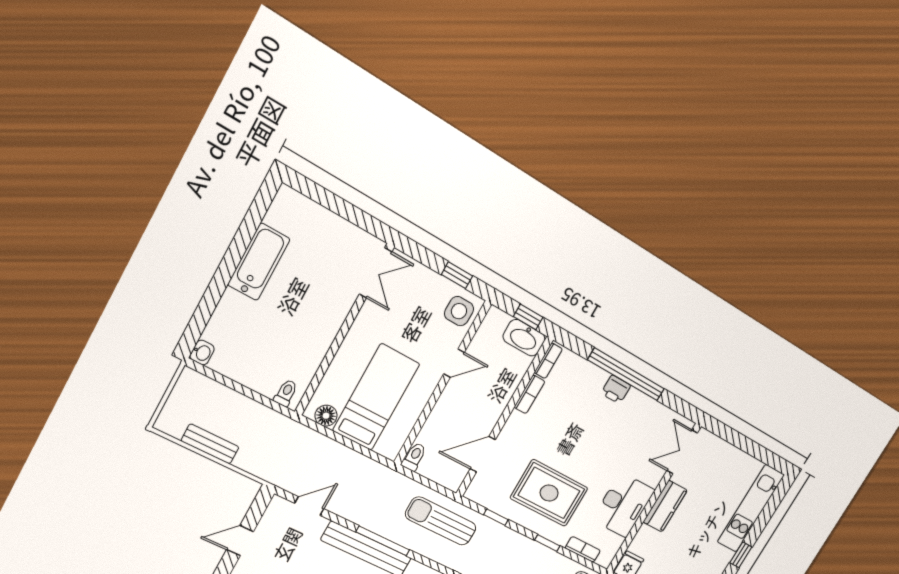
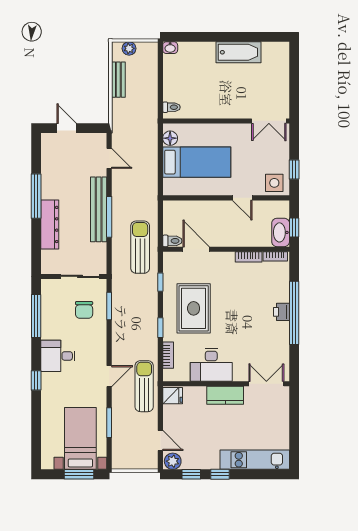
plant: (174, 409) -> (129, 48), added
toilet: (414, 457) -> (172, 241), moved

